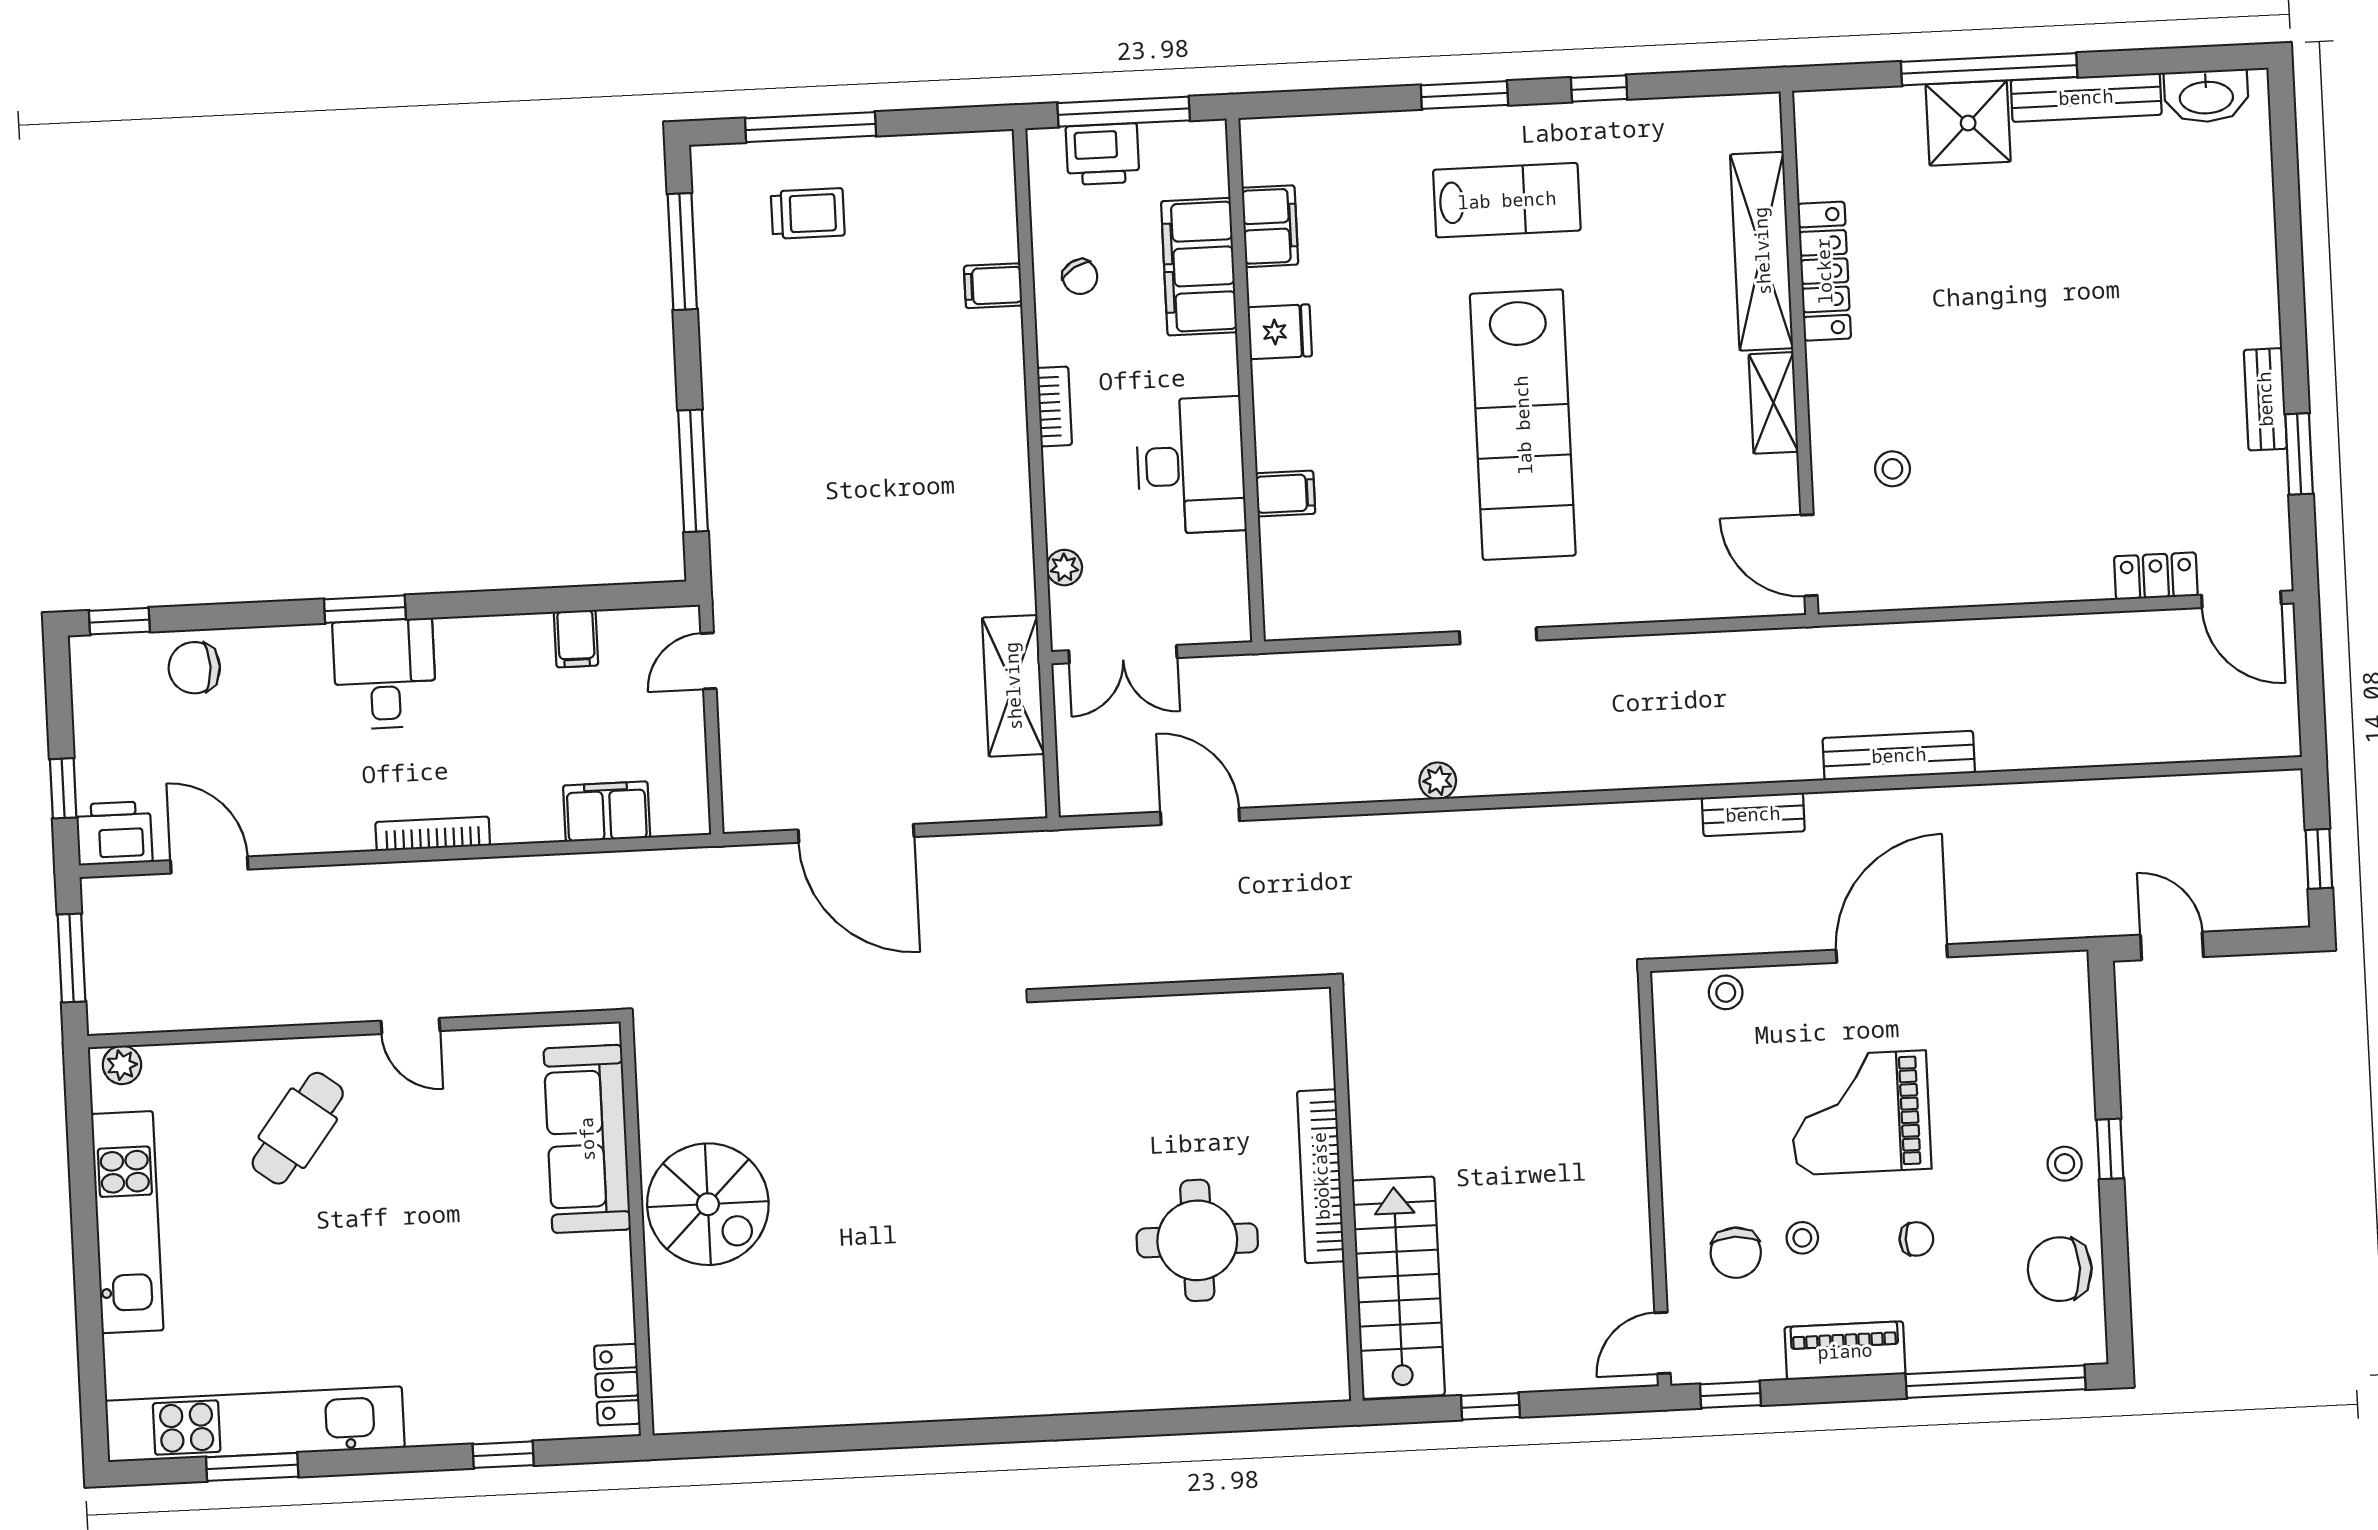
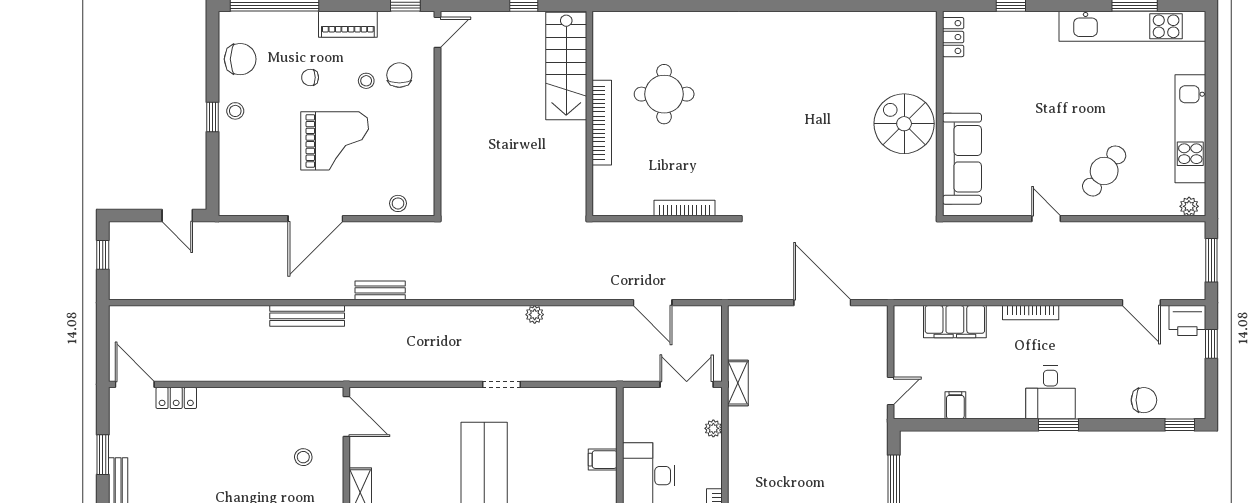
shelving: (1013, 686) -> (738, 383), width x0.67, depth x0.75
filing cabinet: (607, 812) -> (955, 322), width x1.50, depth x1.17
bookcase: (1145, 1012) -> (684, 208), added

